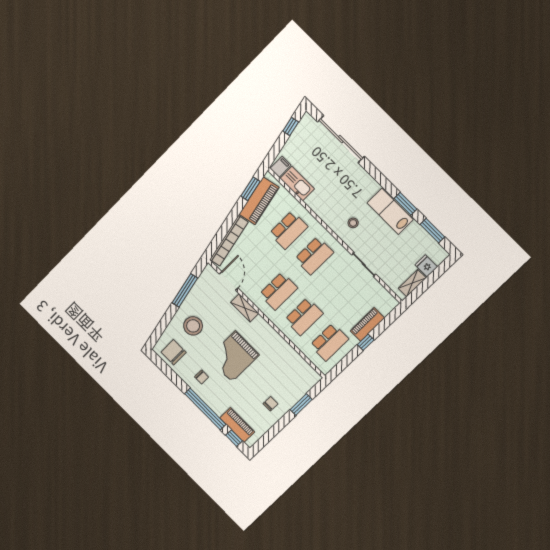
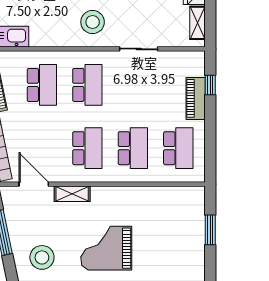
stool: (353, 223) -> (93, 22), width x1.89, depth x1.89
window: (366, 342) -> (210, 85), moved
grand piano: (234, 356) -> (106, 248), turned 90
chair: (271, 404) -> (182, 257), removed

